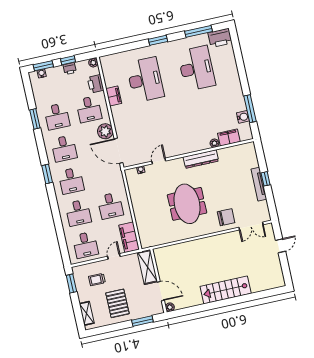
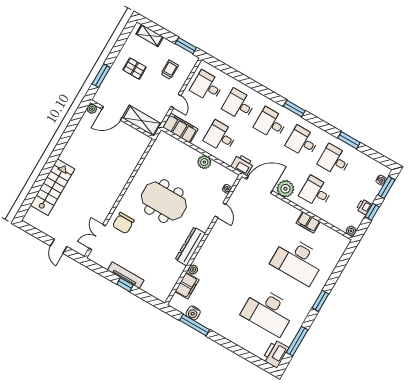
printer: (96, 84) -> (242, 165), moved
plant: (137, 201) -> (204, 162), added
stairs: (226, 290) -> (53, 187), moved
pallet: (117, 303) -> (135, 69), width x0.67, depth x0.71

